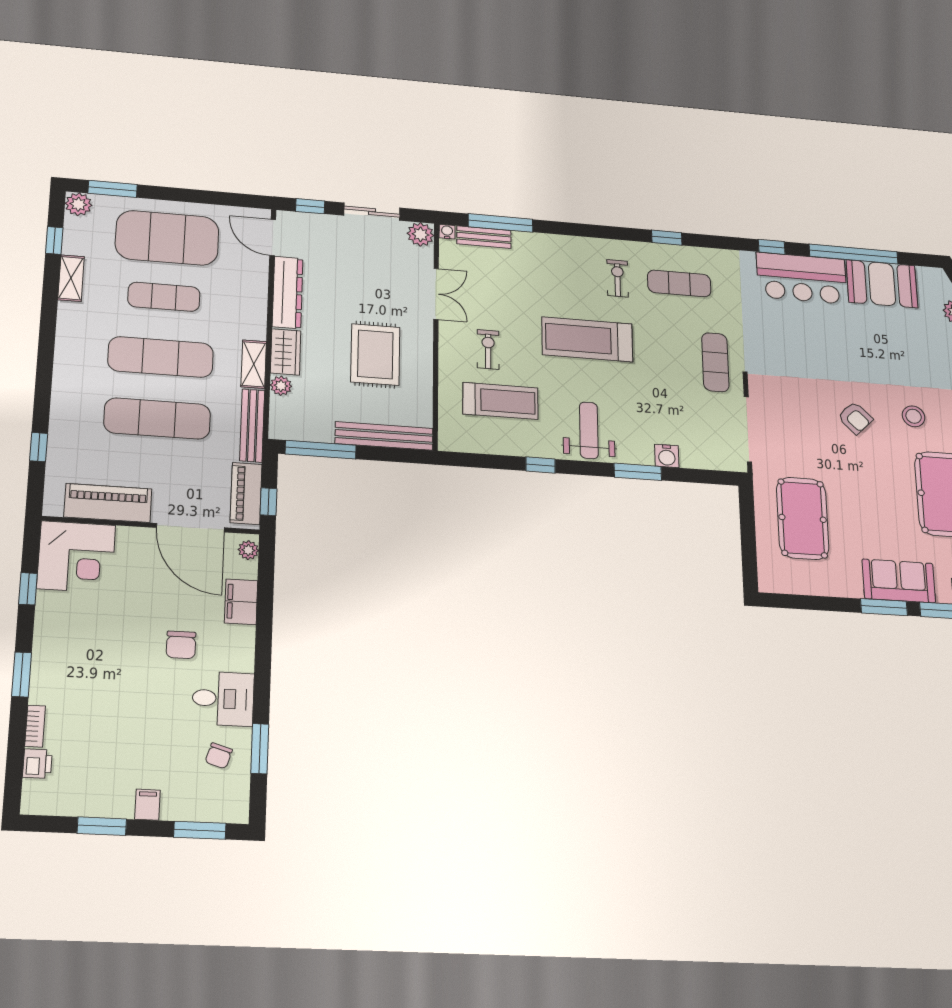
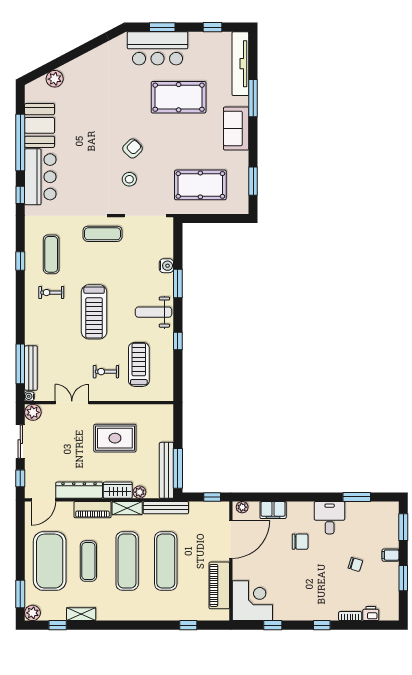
bench: (484, 237) -> (31, 368), width x1.36
stool: (914, 416) -> (129, 179), moved
bench: (384, 436) -> (166, 470), moved
piano: (246, 494) -> (92, 510), moved
window: (884, 607) -> (253, 181), moved
window: (22, 674) -> (322, 625), width x0.67
chair: (219, 756) -> (355, 564), moved

